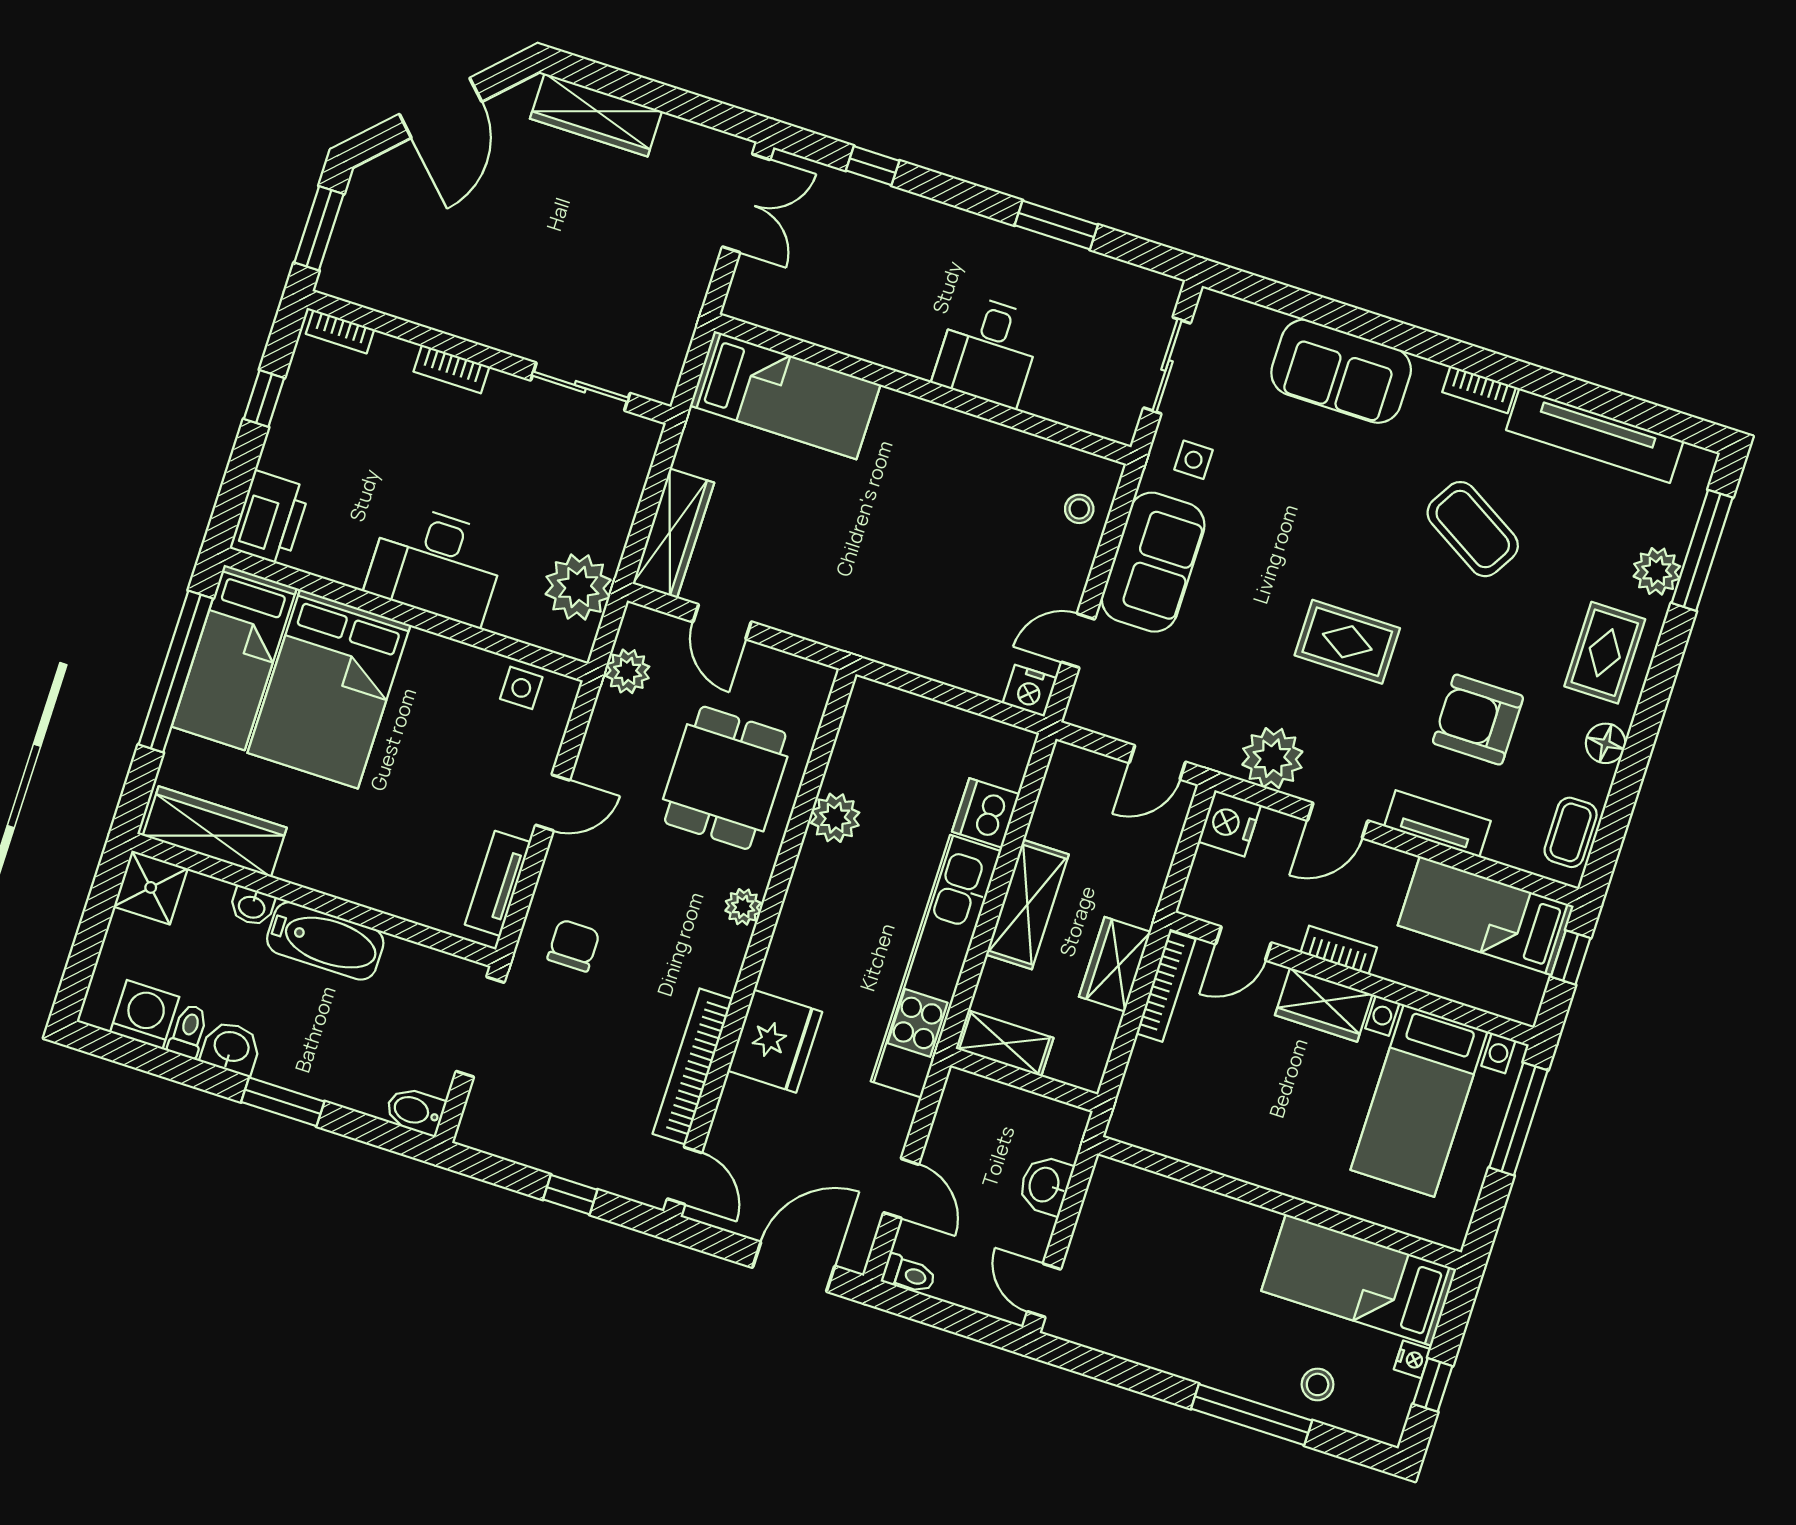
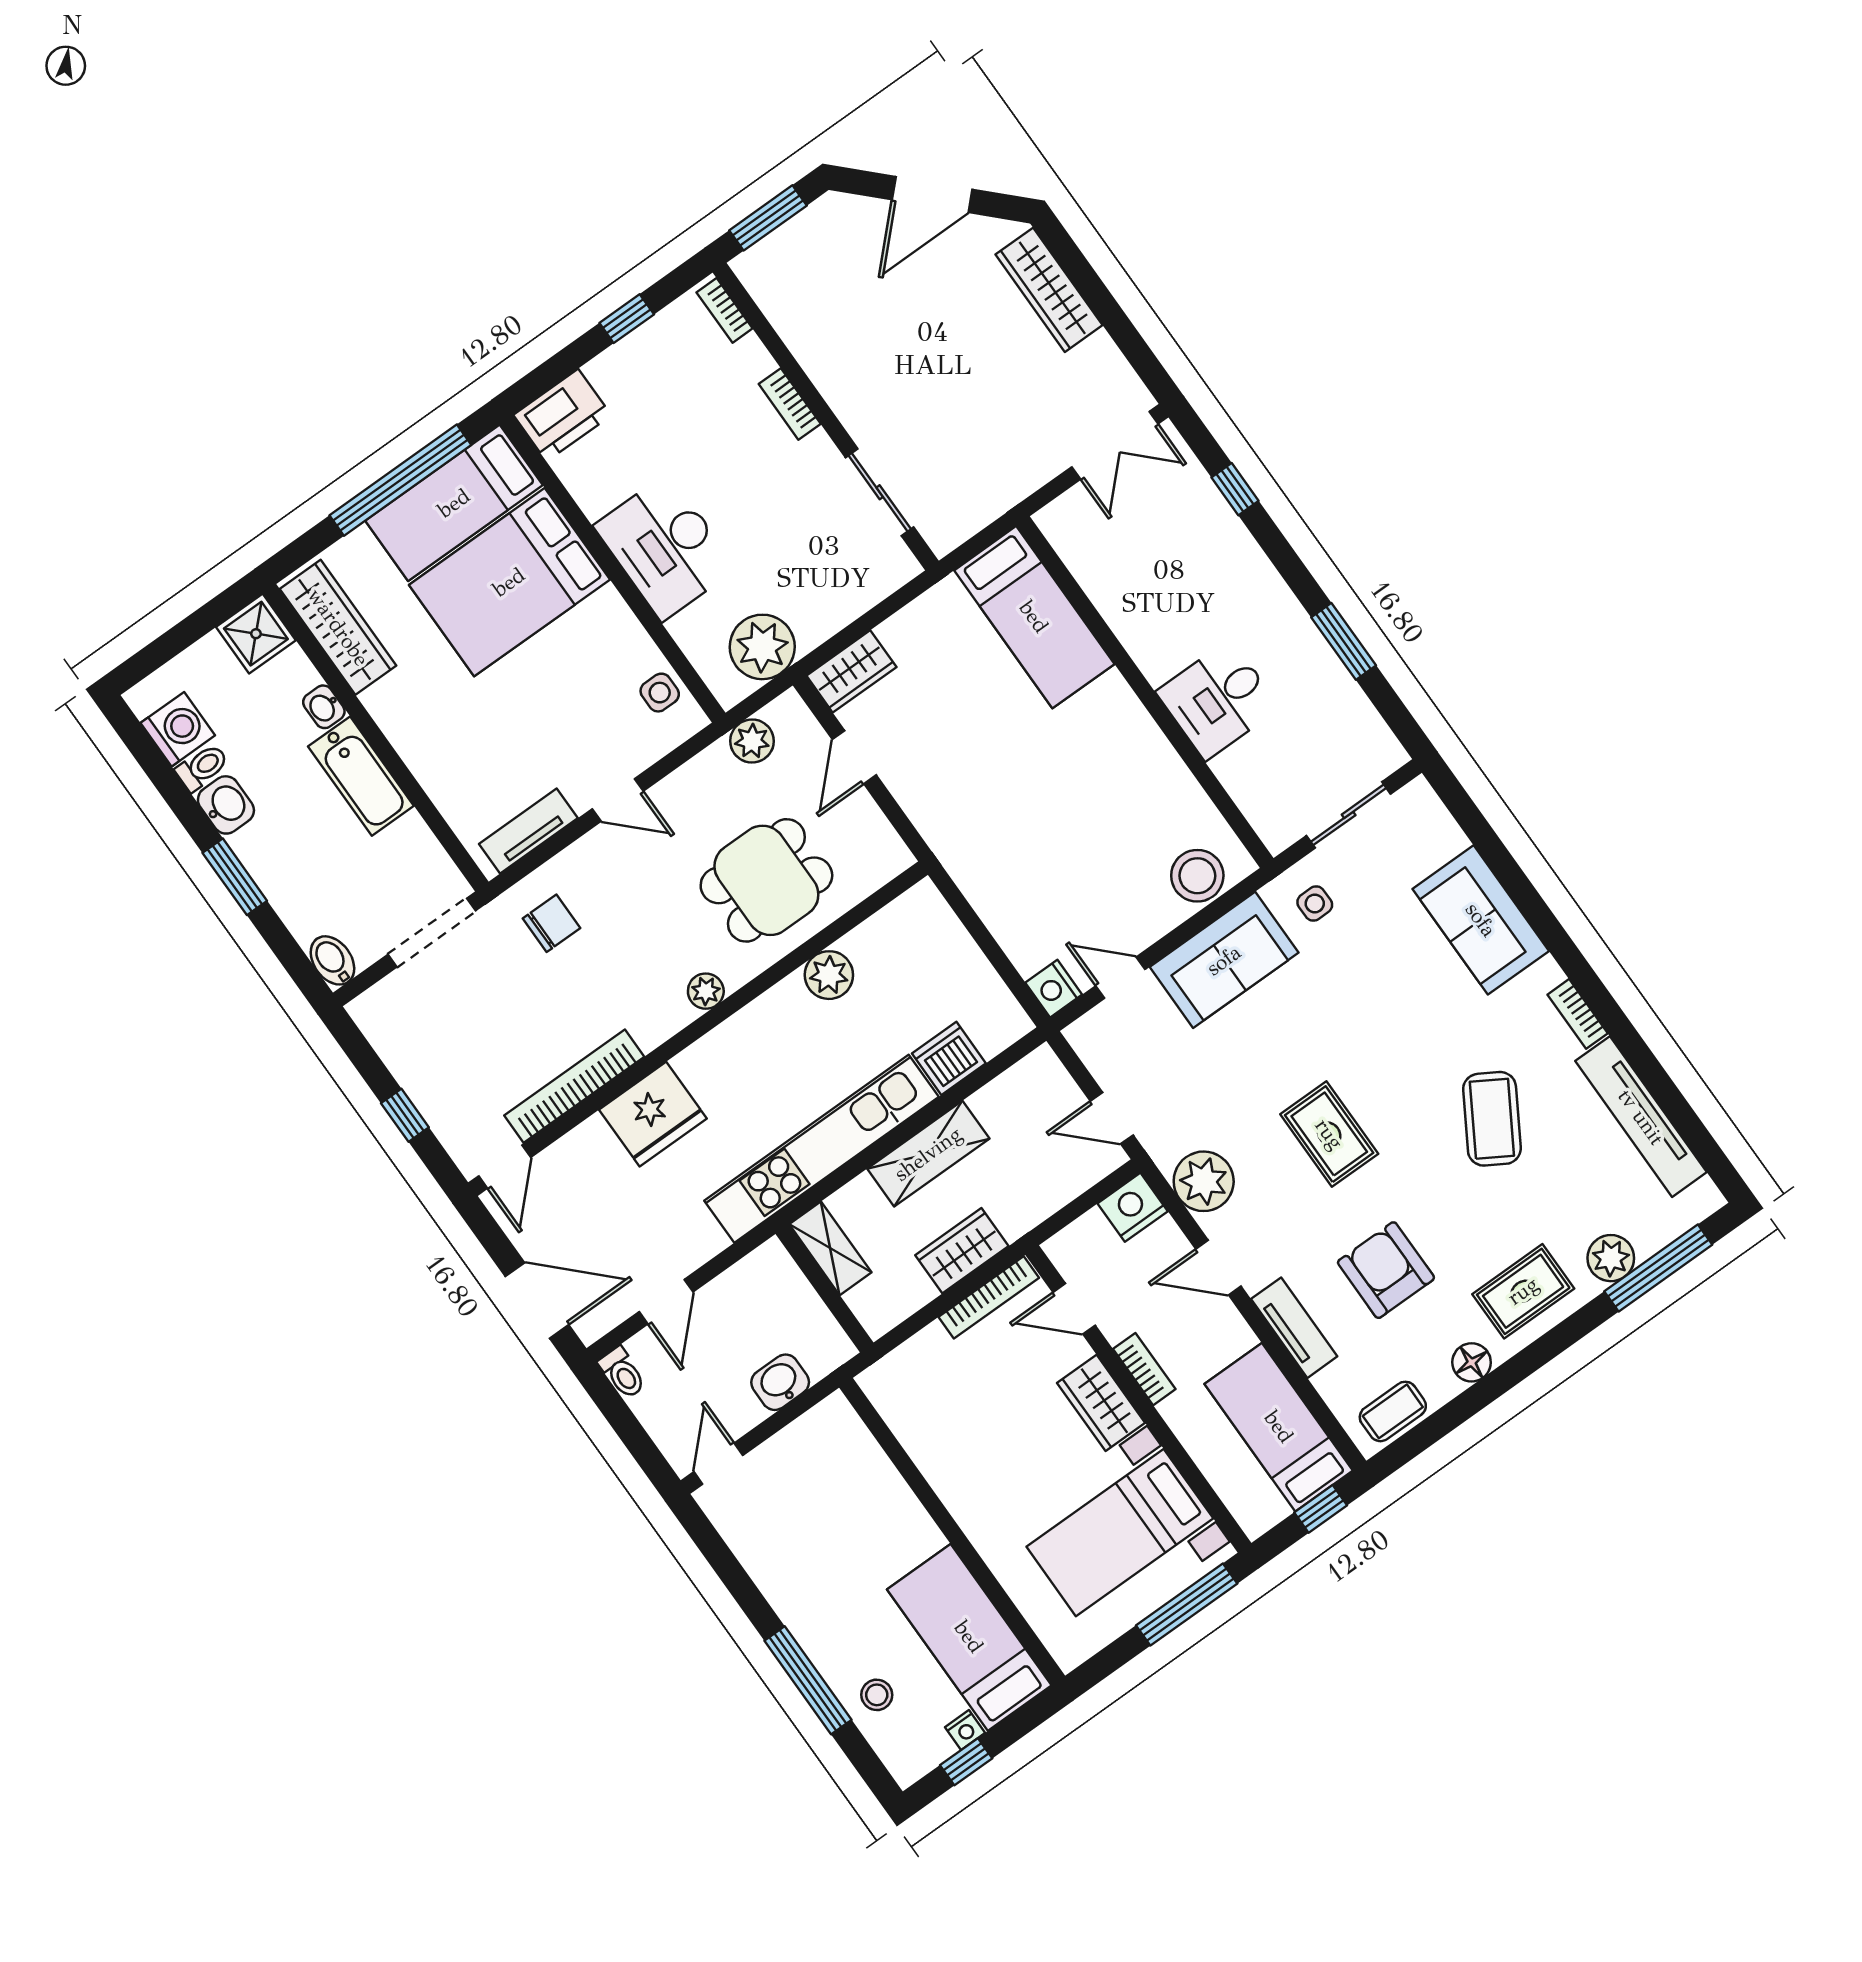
stool: (1079, 509) -> (1197, 876), width x1.89, depth x1.89
wardrobe: (673, 533) -> (851, 671), width x0.67

